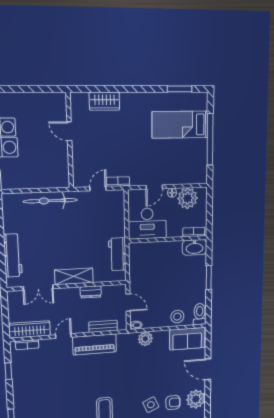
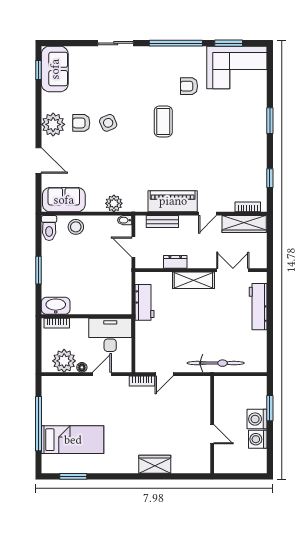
door: (69, 131) -> (212, 434), moved
wall: (70, 141) -> (212, 425), moved

